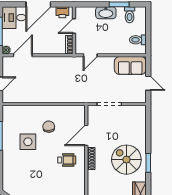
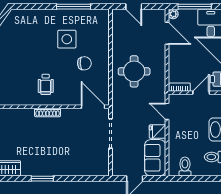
door: (74, 26) -> (201, 93), hinge flipped
fridge: (108, 63) -> (158, 132), added
round table: (56, 84) -> (134, 71), added
door: (86, 135) -> (93, 107), moved
spiral stairs: (126, 160) -> (46, 153), removed

